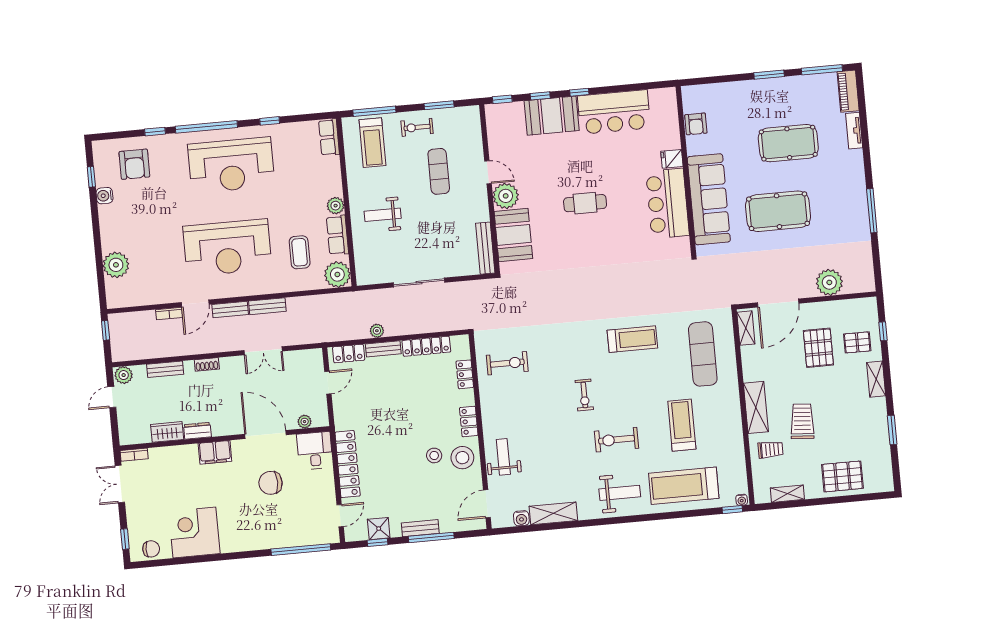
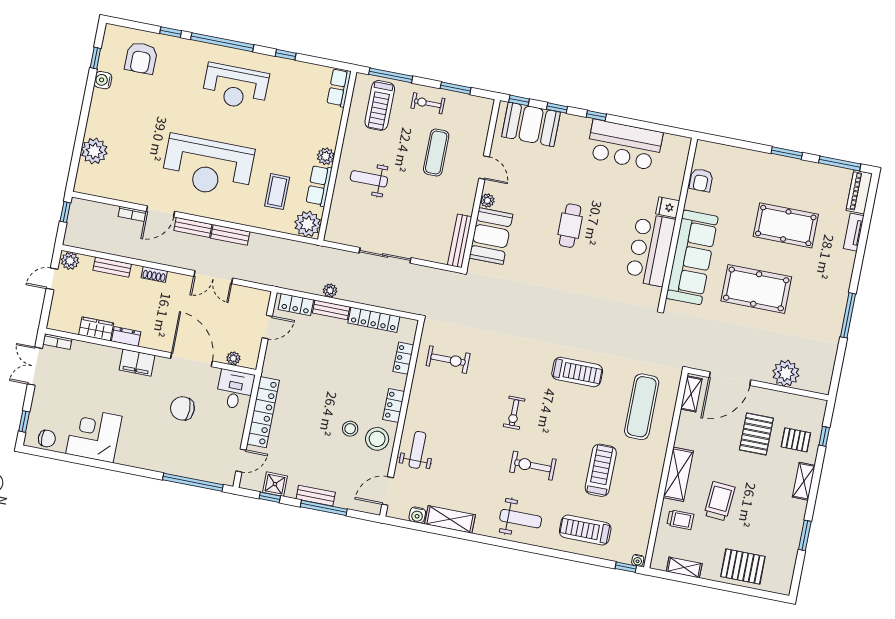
booth: (552, 116) -> (531, 124), moved
reception desk: (231, 165) -> (235, 87), width x0.74, depth x0.77
plant: (506, 196) -> (487, 201), width x0.53, depth x0.53
cafe table: (585, 203) -> (570, 226), turned 90
treadmill: (684, 486) -> (585, 530), width x0.73, depth x0.73

